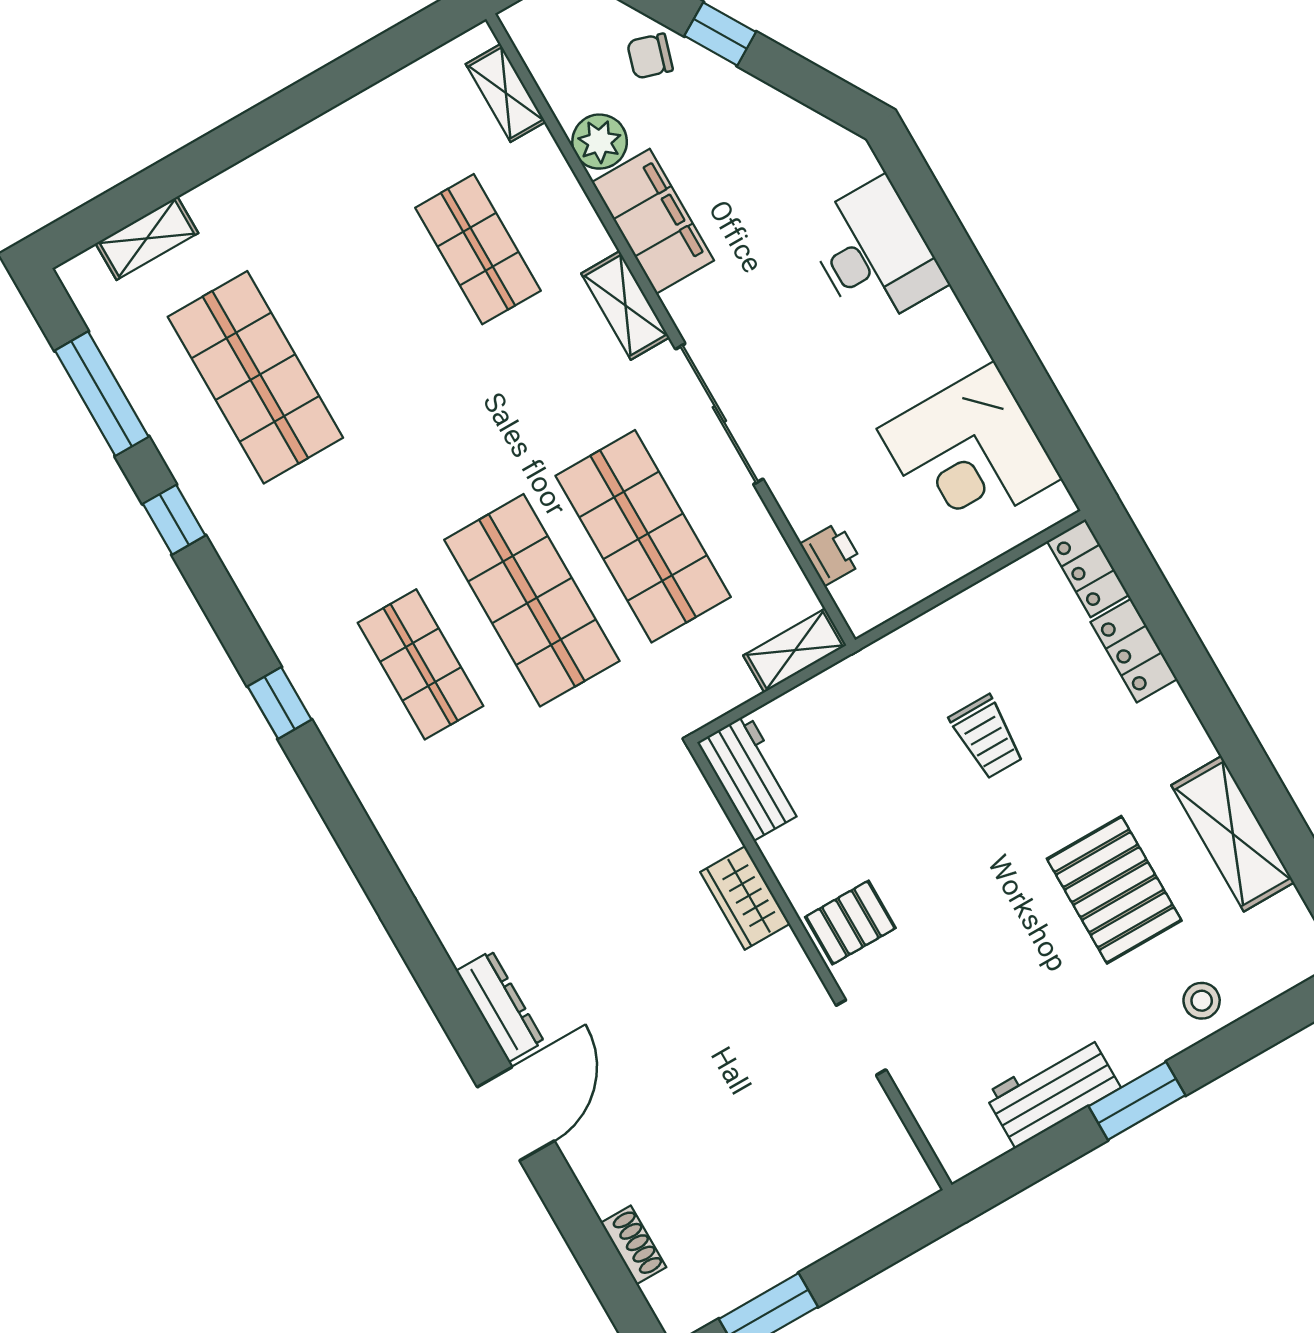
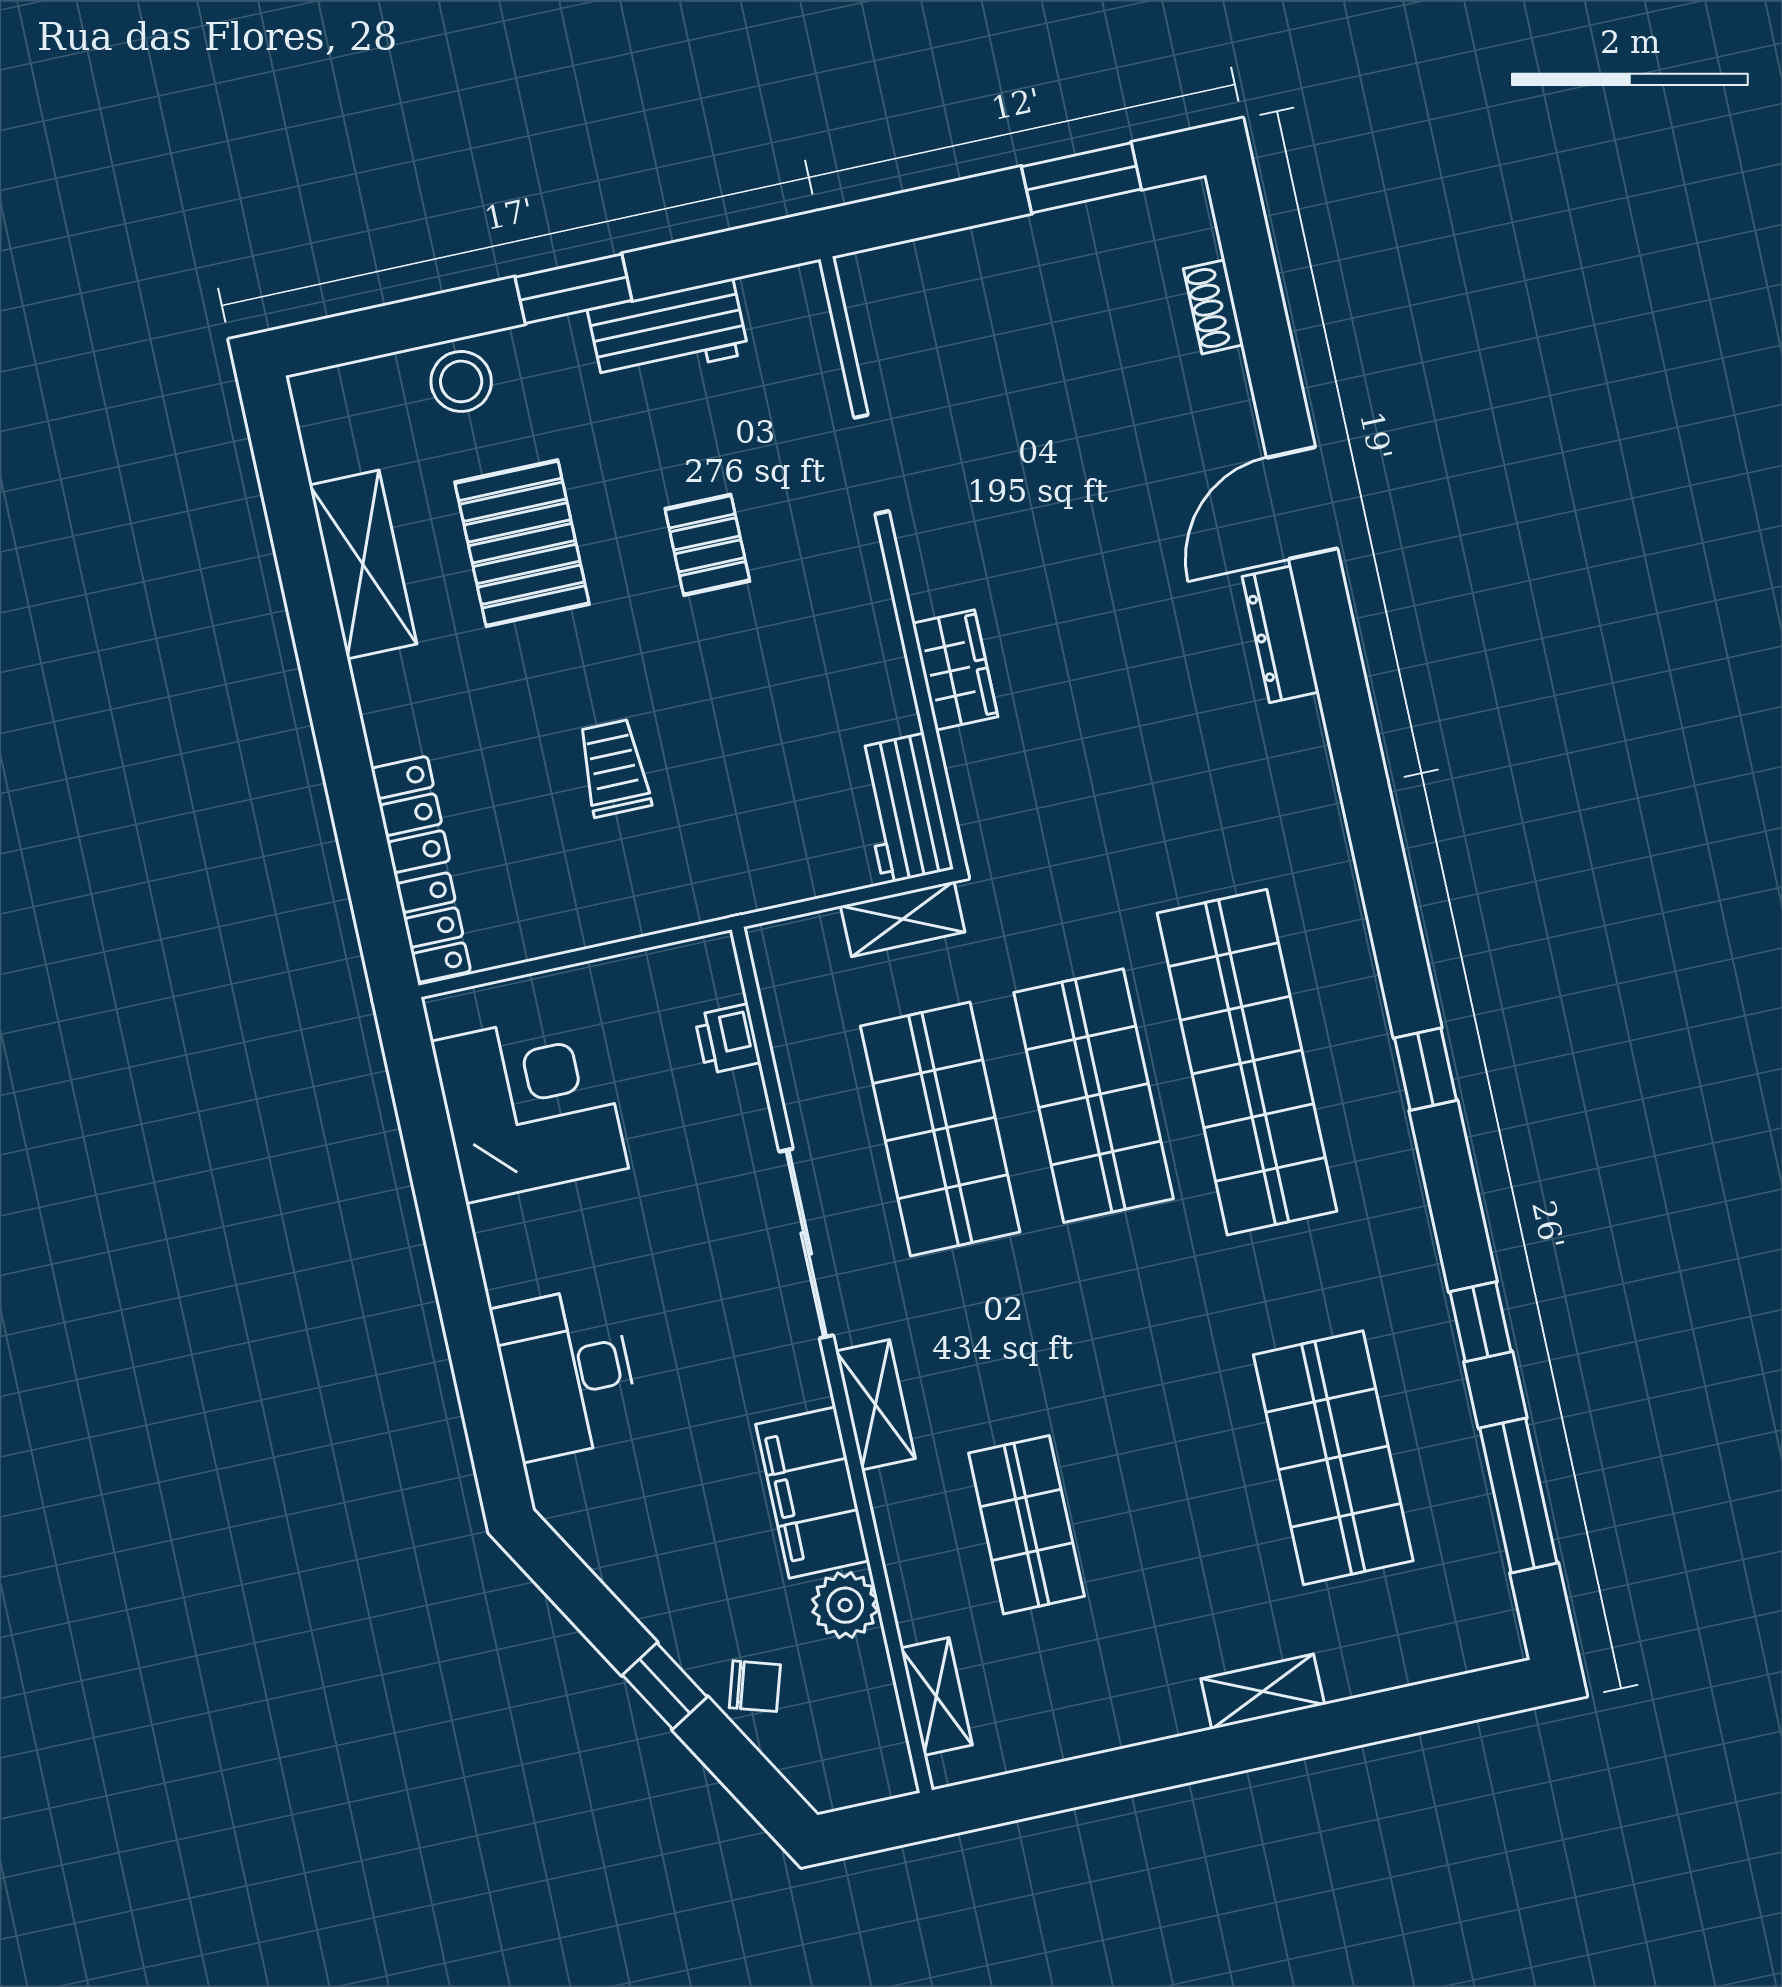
shelving: (147, 238) -> (1263, 1692), moved
shelving: (795, 650) -> (903, 919), moved
shop shelf: (421, 664) -> (1247, 1062), width x2.00, depth x1.36
pallet: (850, 922) -> (707, 545), moved, turned 90
stool: (1202, 1001) -> (461, 381), width x1.37, depth x1.37

